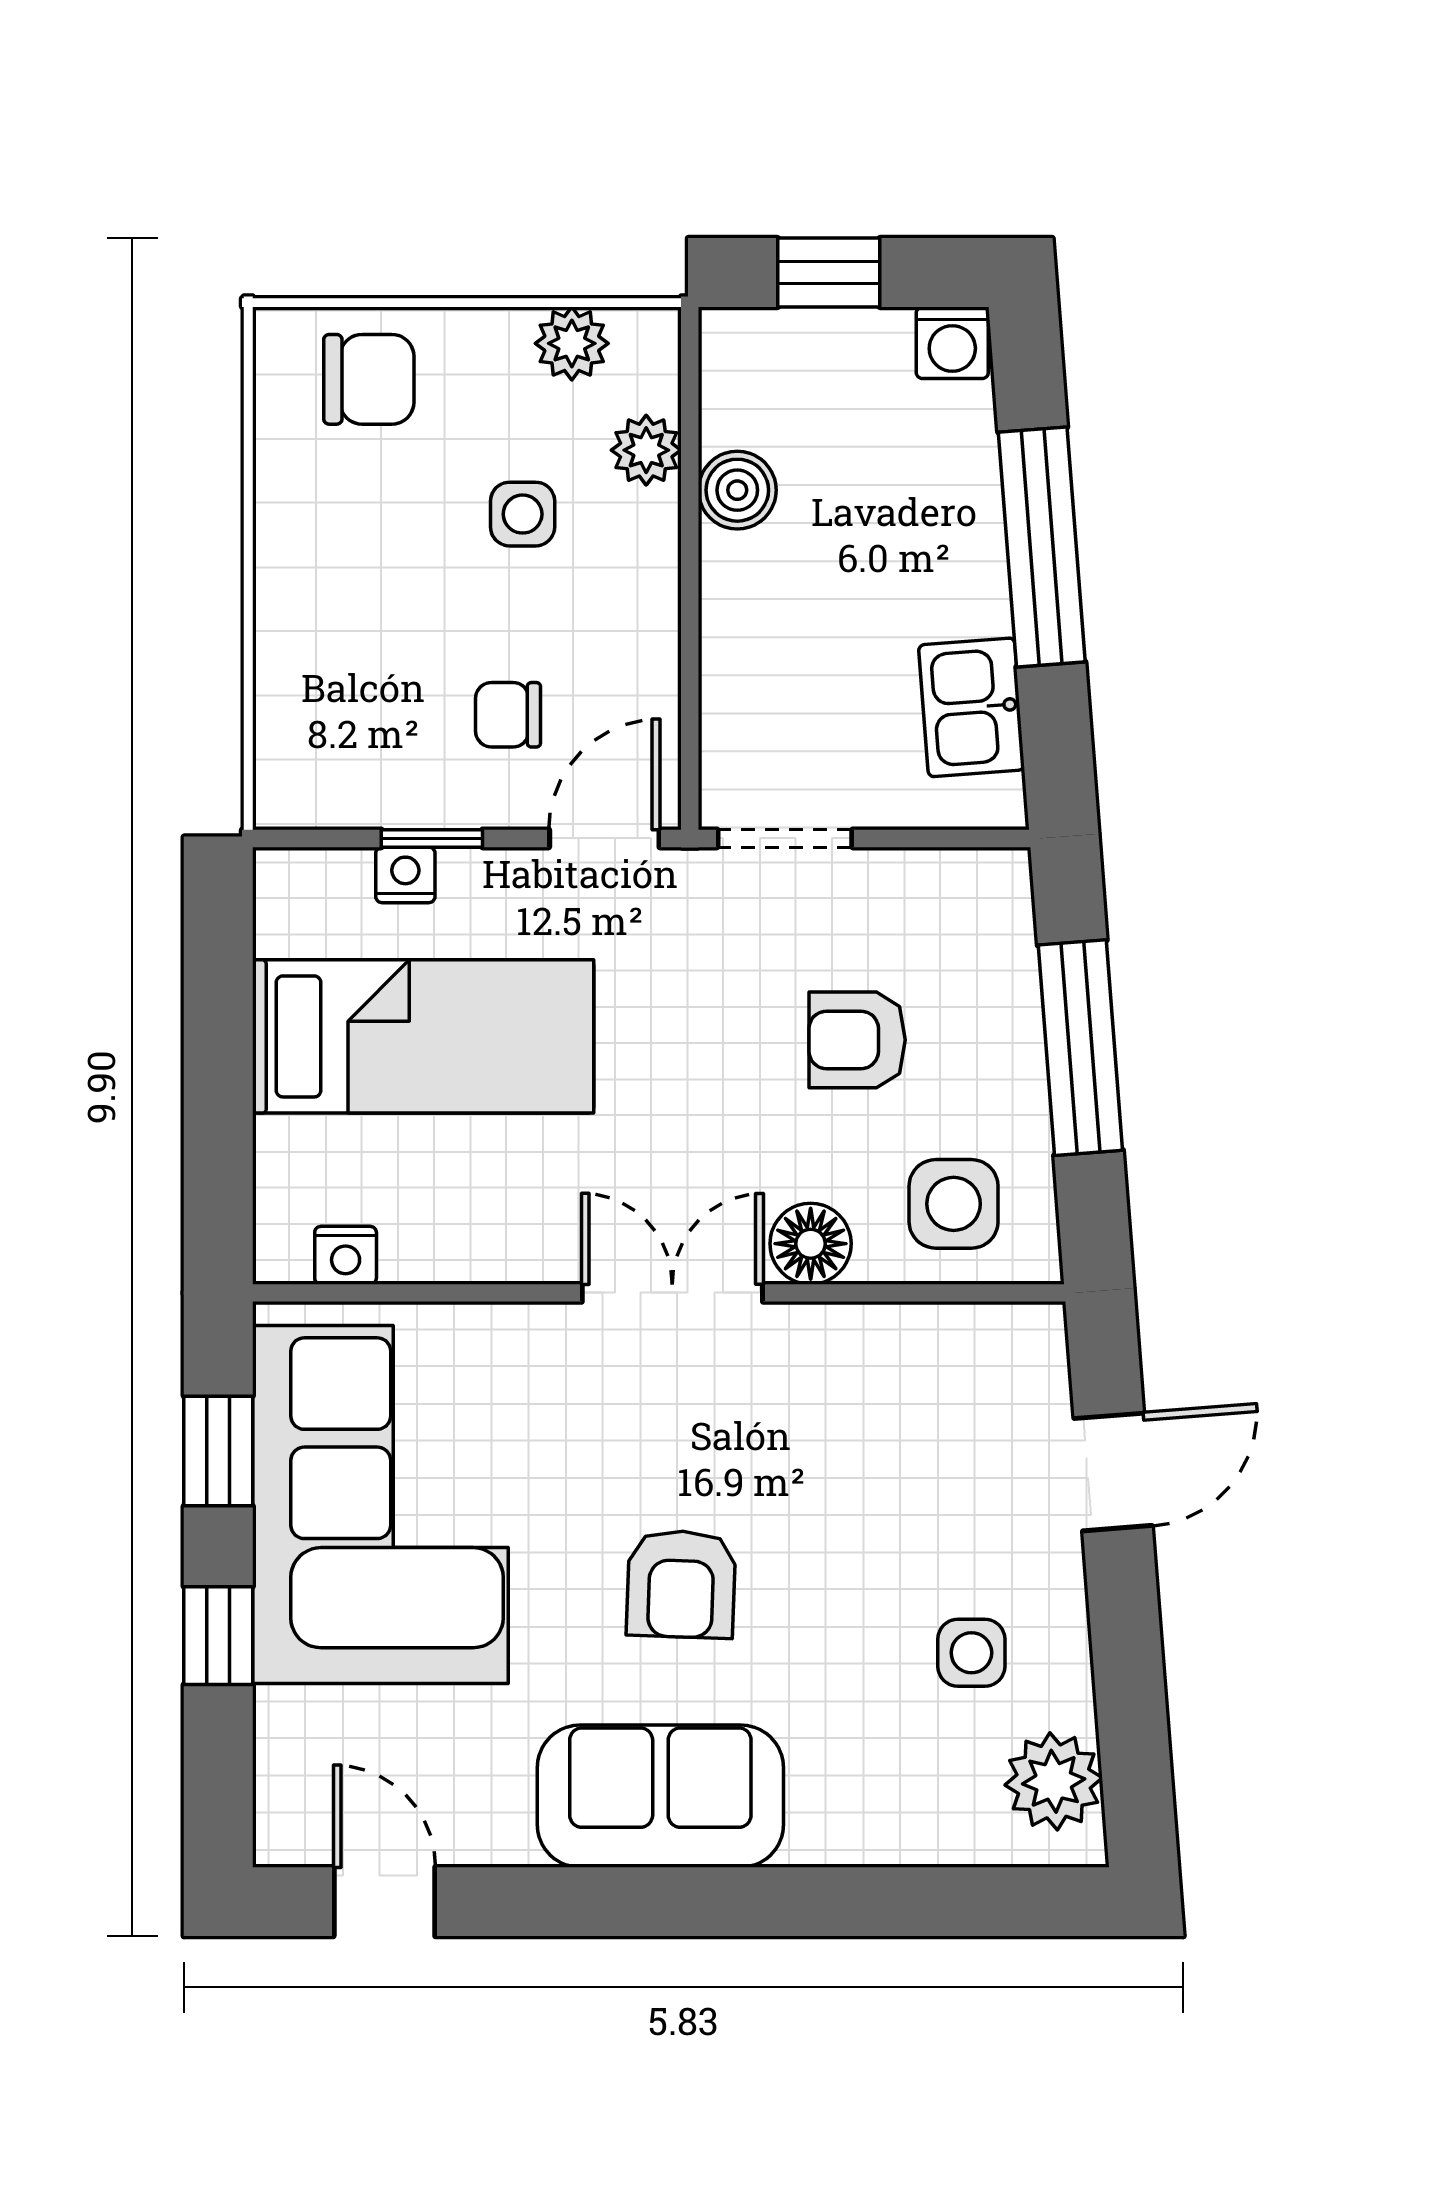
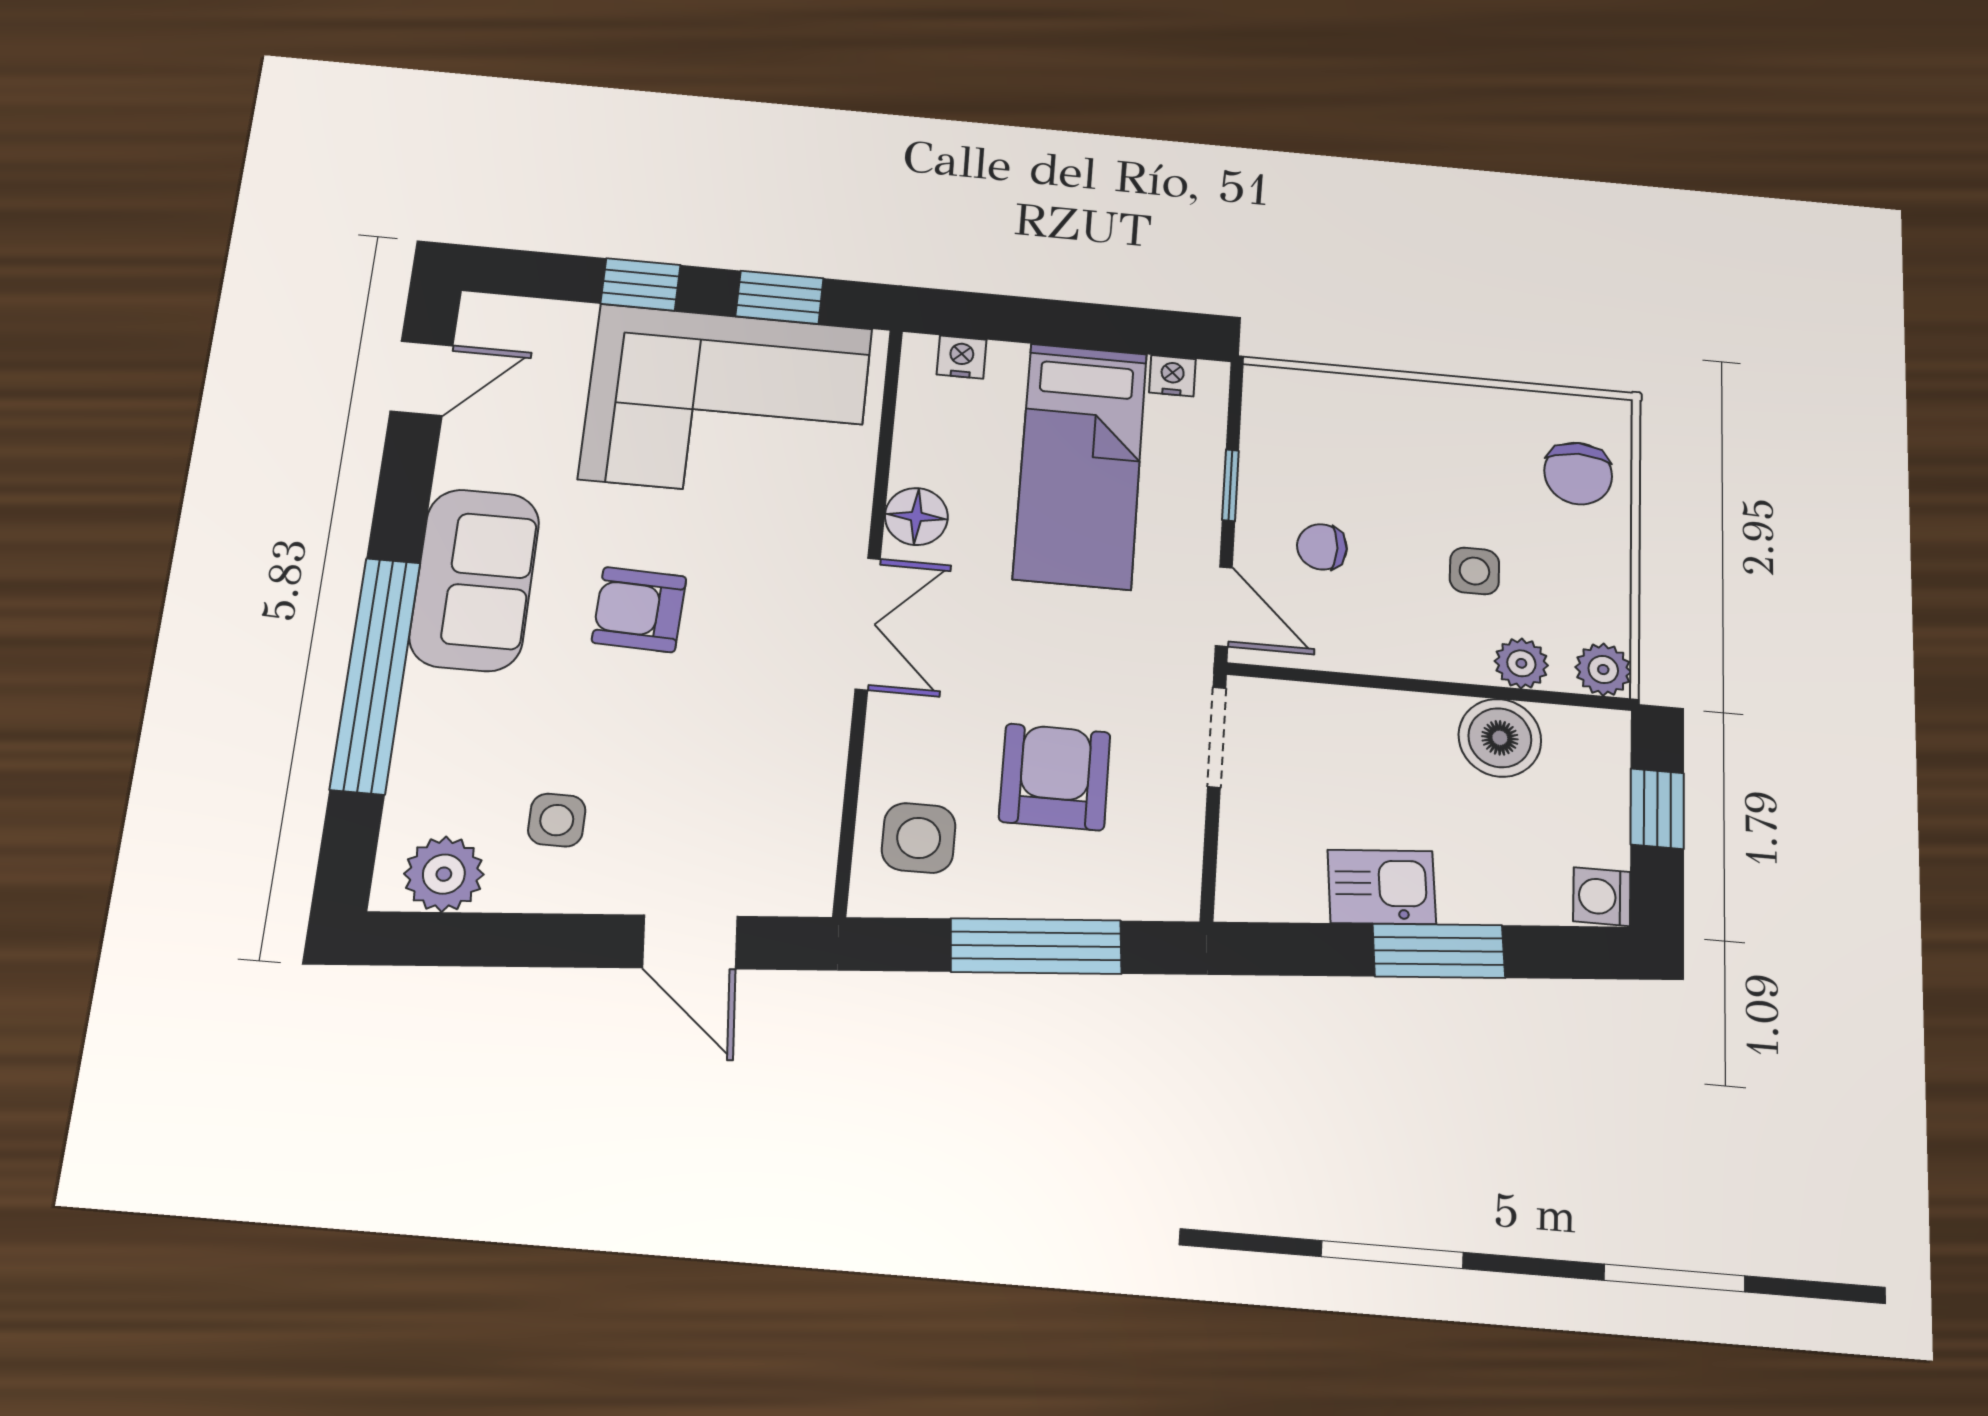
plant: (572, 343) -> (1603, 670), moved
boiler: (737, 490) -> (1500, 738), width x1.36, depth x1.36
window: (1042, 547) -> (1439, 951), width x0.69
kitchen sink: (972, 707) -> (1382, 887), moved
chair: (508, 715) -> (1322, 547), turned -90
nightstand: (405, 875) -> (1172, 376), moved, turned -90
armchair: (857, 1040) -> (1055, 777), width x1.38, depth x1.38
floor lamp: (811, 1244) -> (916, 517), moved
nightstand: (346, 1255) -> (962, 357), moved, turned 90
window: (801, 1902) -> (375, 675), added

